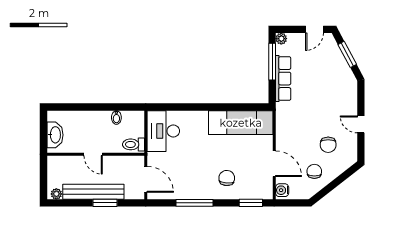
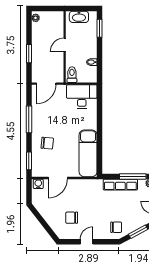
window: (70, 107) -> (99, 28), added
chair: (314, 171) -> (116, 227), moved
bench: (93, 192) -> (37, 45), removed

